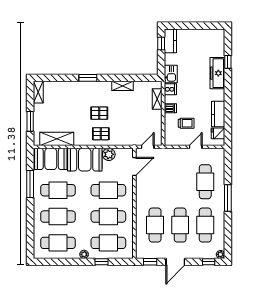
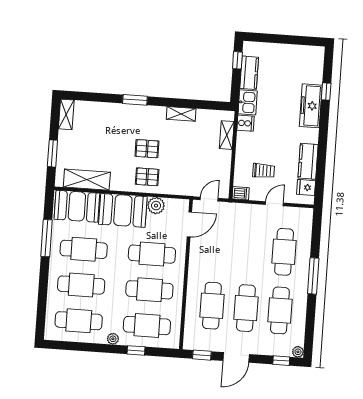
kitchen counter: (170, 41) -> (249, 73), moved
dishwasher: (170, 108) -> (241, 193), moved

